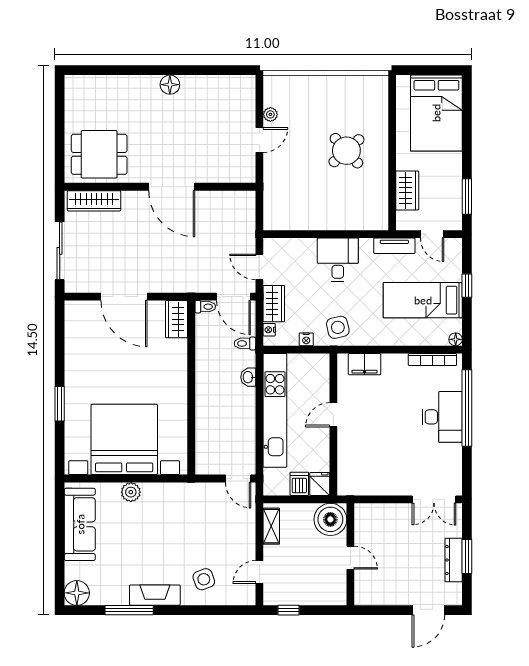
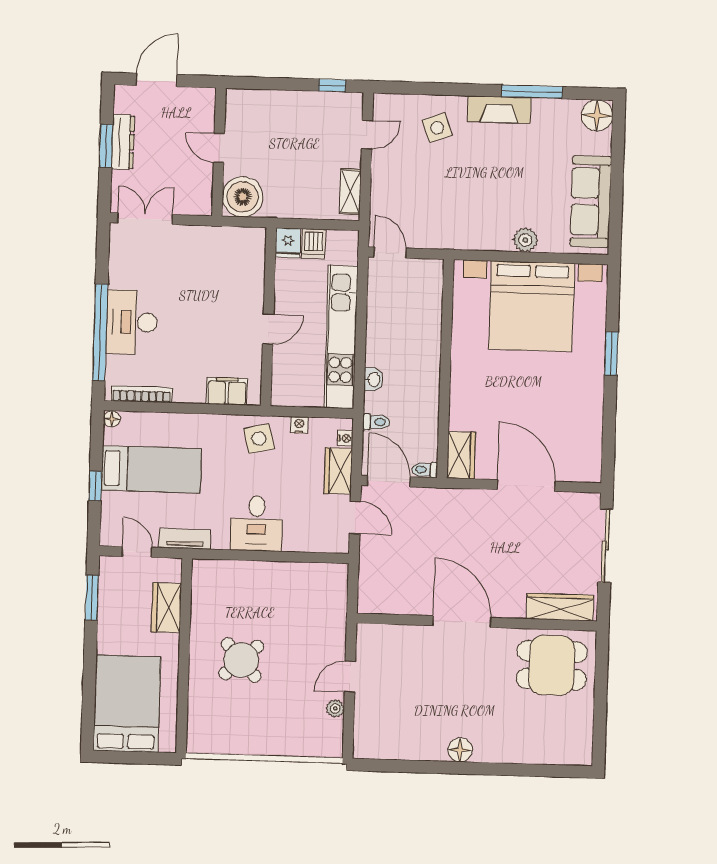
boiler: (330, 519) -> (243, 197), moved
wall: (350, 554) -> (219, 152), moved
door: (350, 558) -> (219, 148), moved

